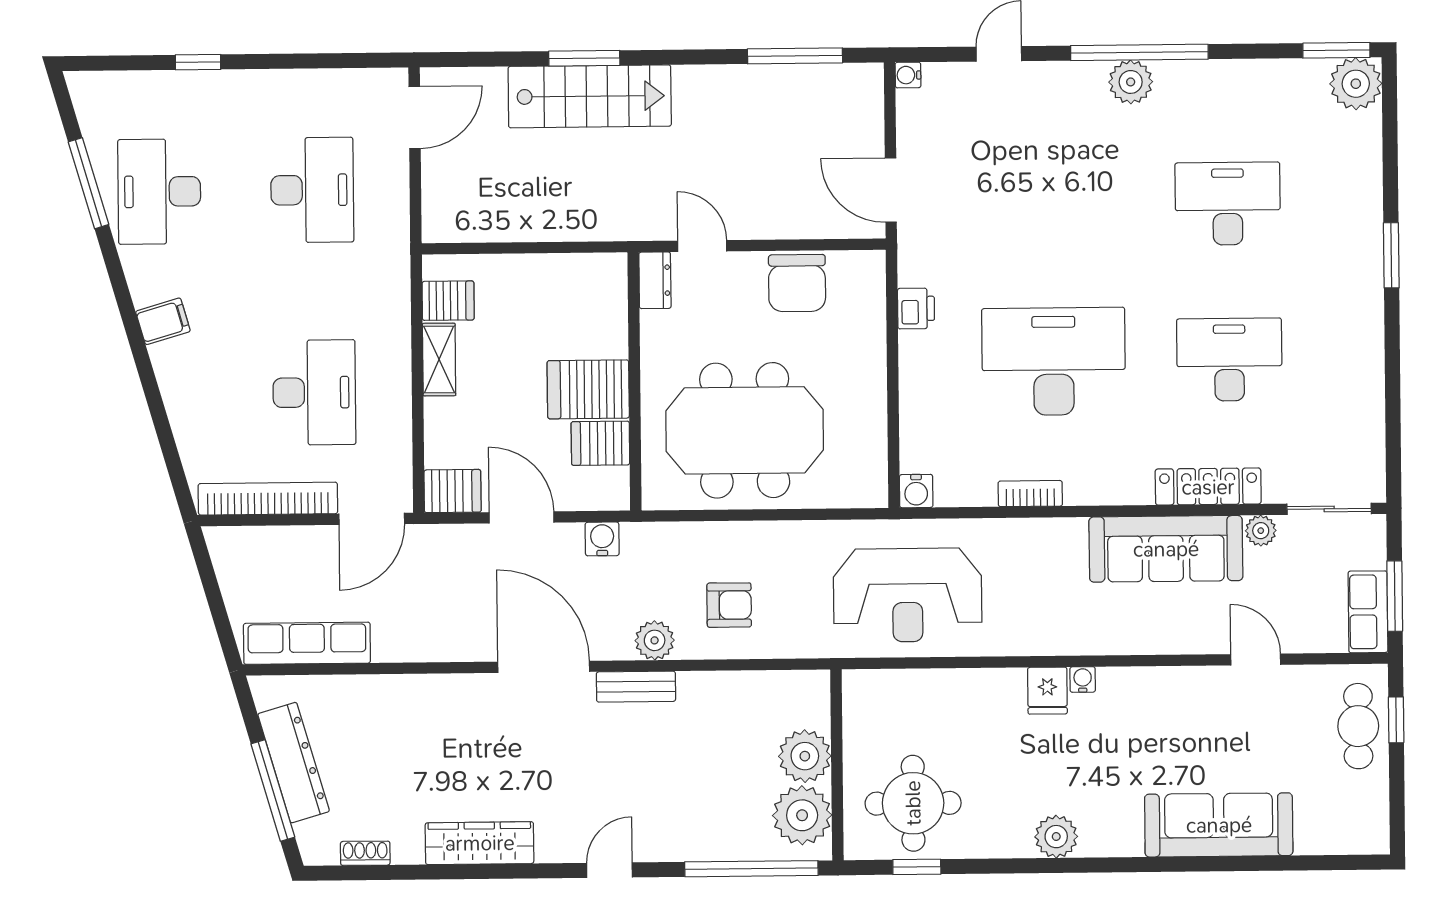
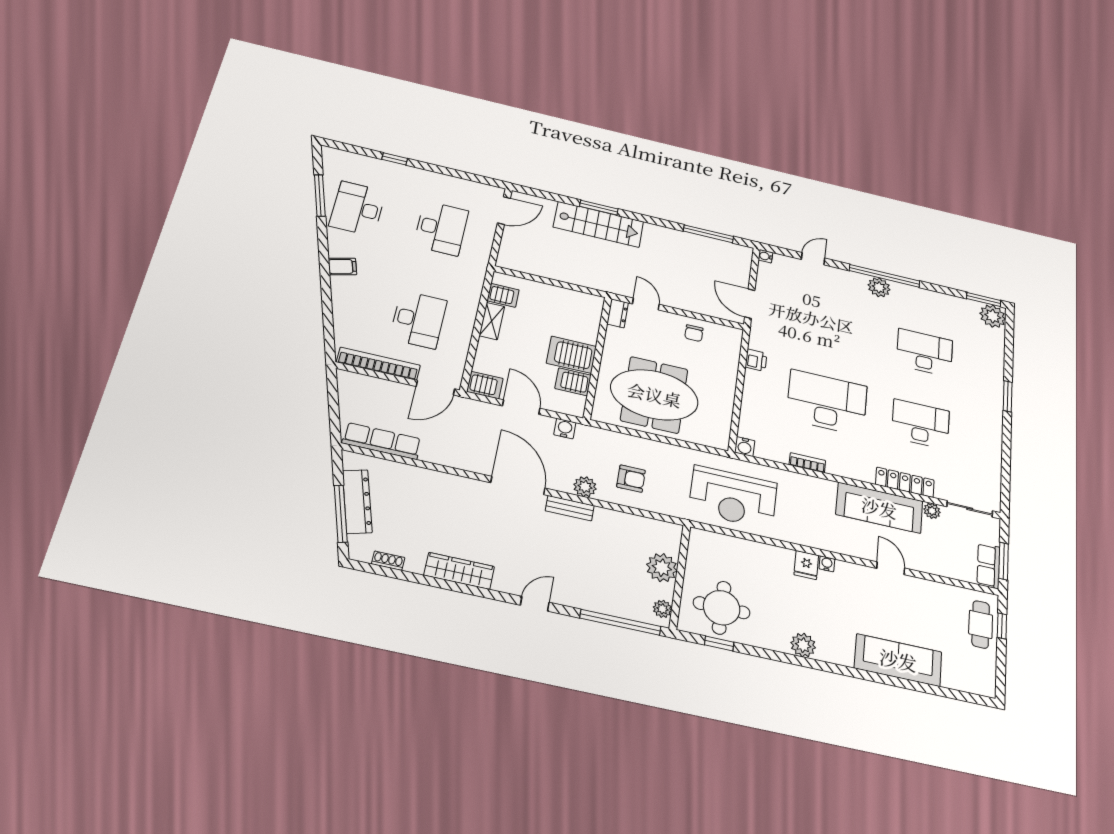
chair: (797, 283) -> (694, 333), width x0.54, depth x0.54
door: (1256, 659) -> (891, 568), moved
plant: (802, 815) -> (662, 609), width x0.53, depth x0.53

